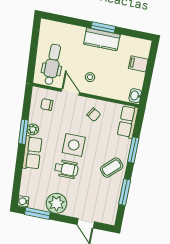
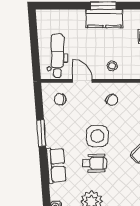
stool: (90, 77) -> (112, 66), moved
plant: (33, 129) -> (51, 128), removed
row of seats: (32, 153) -> (56, 165), moved

